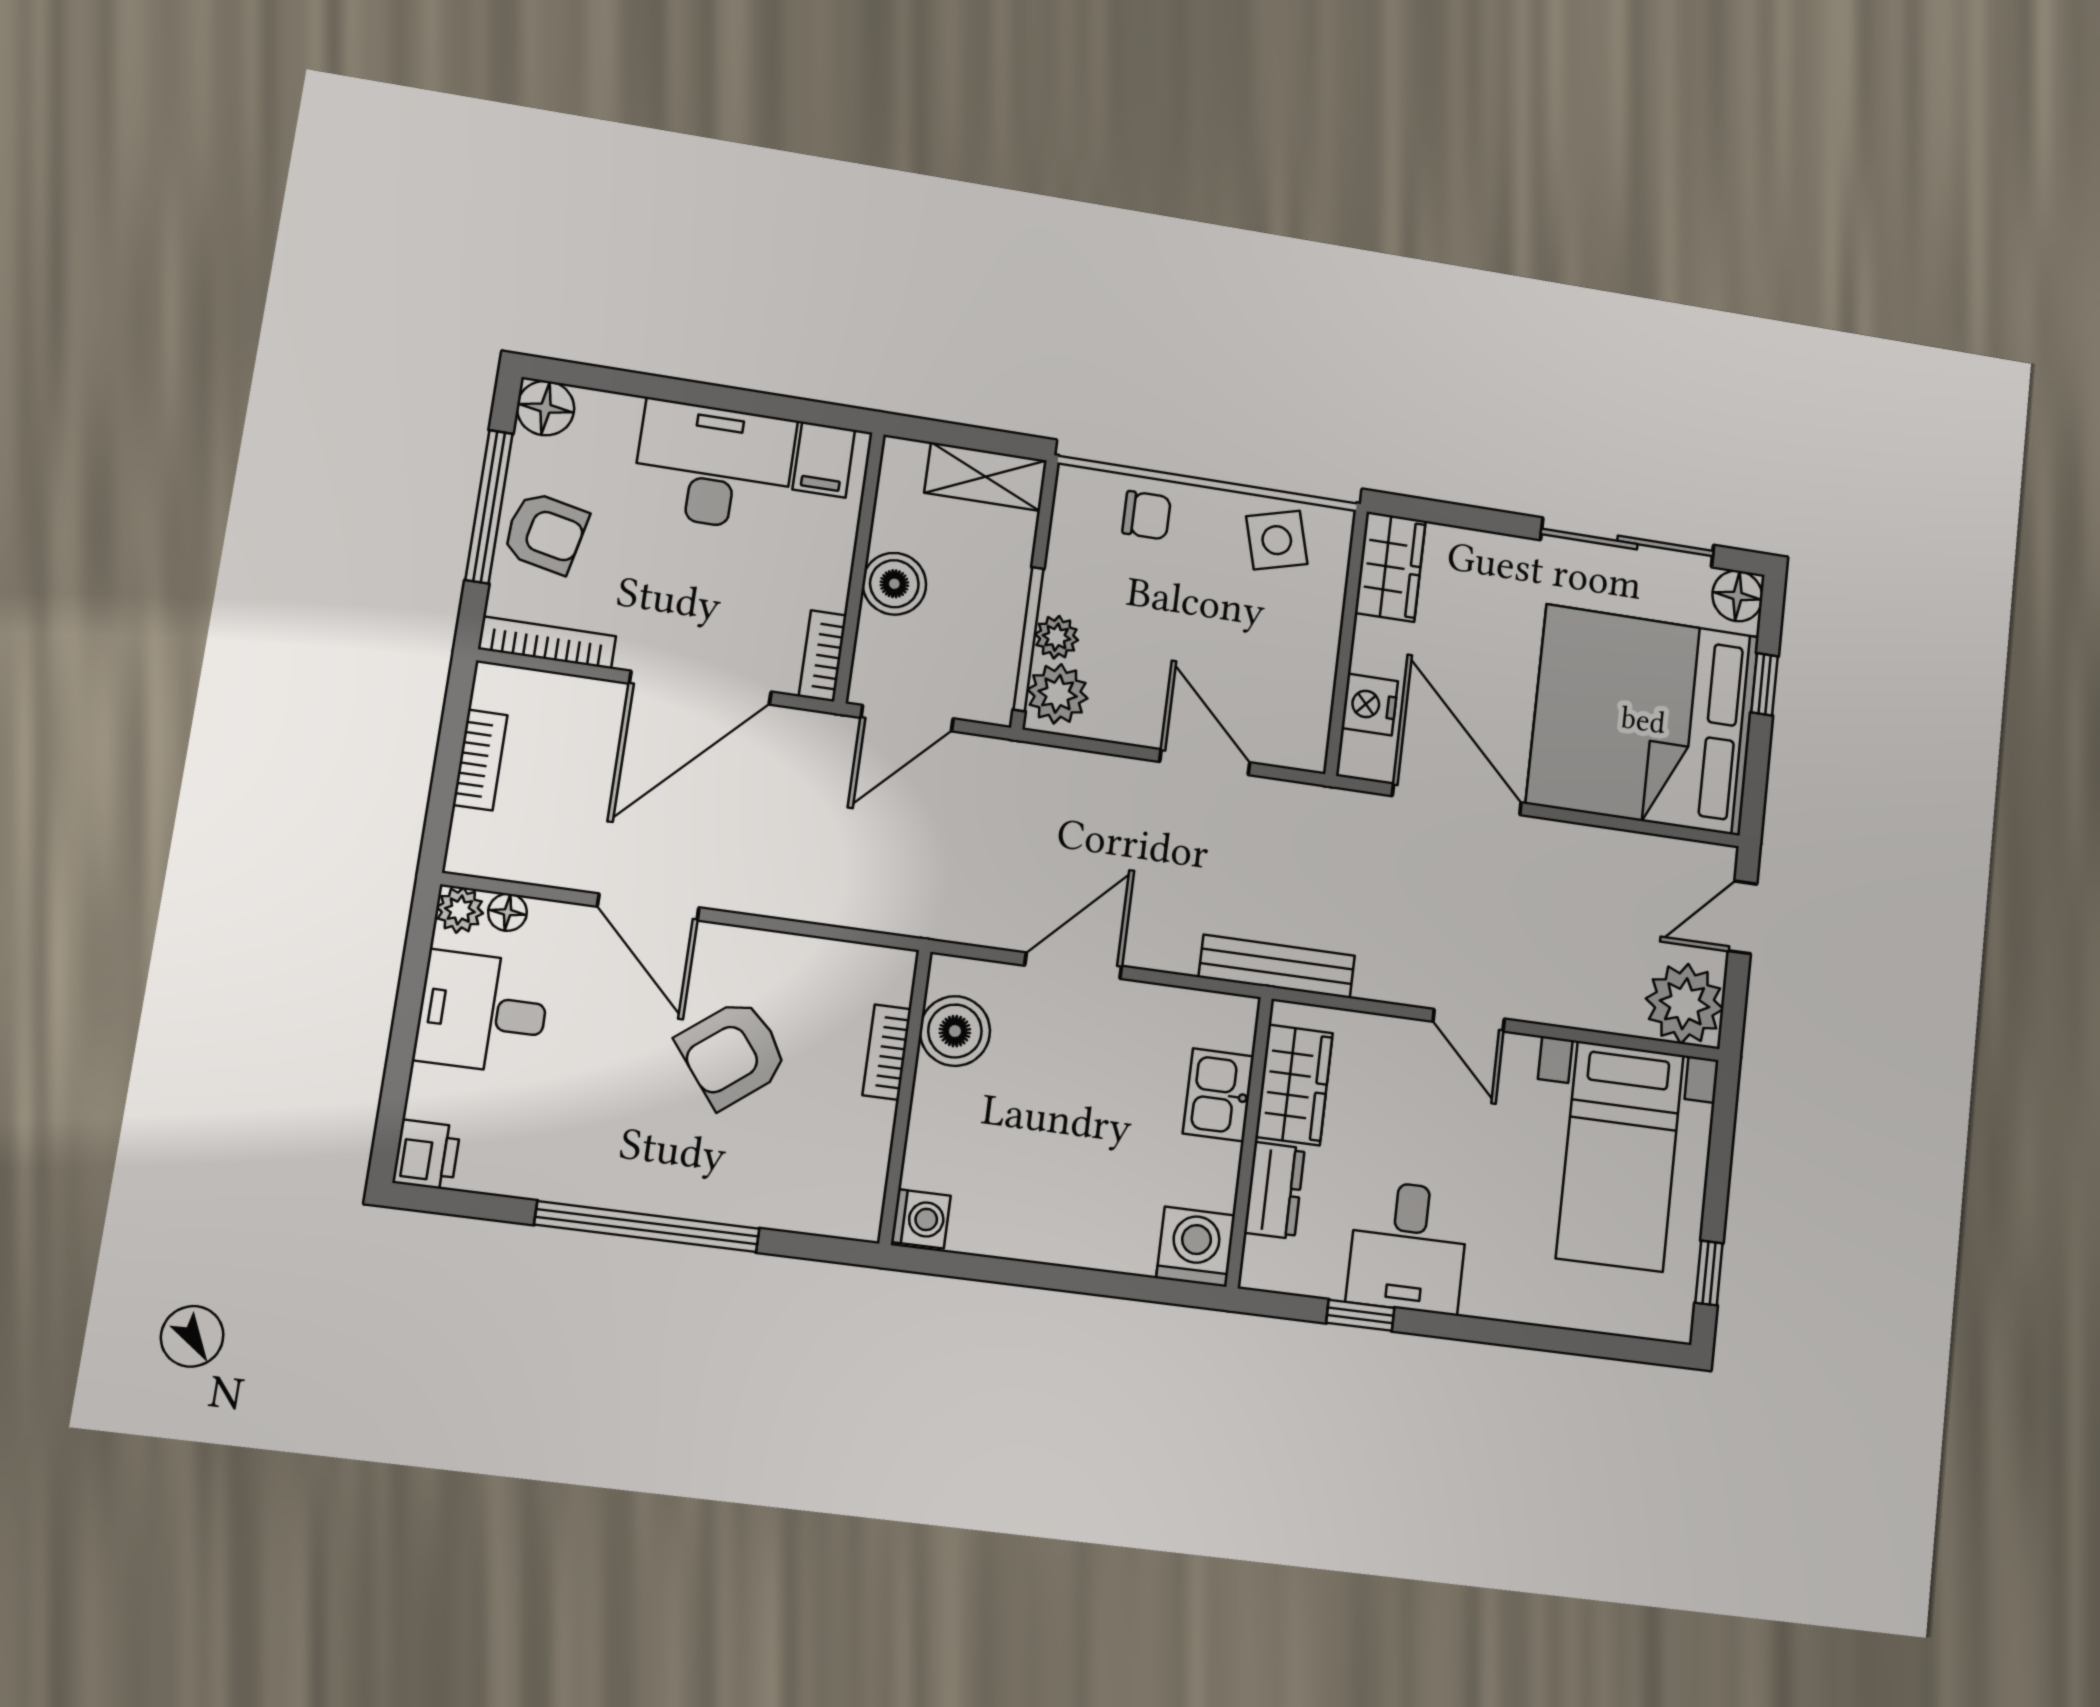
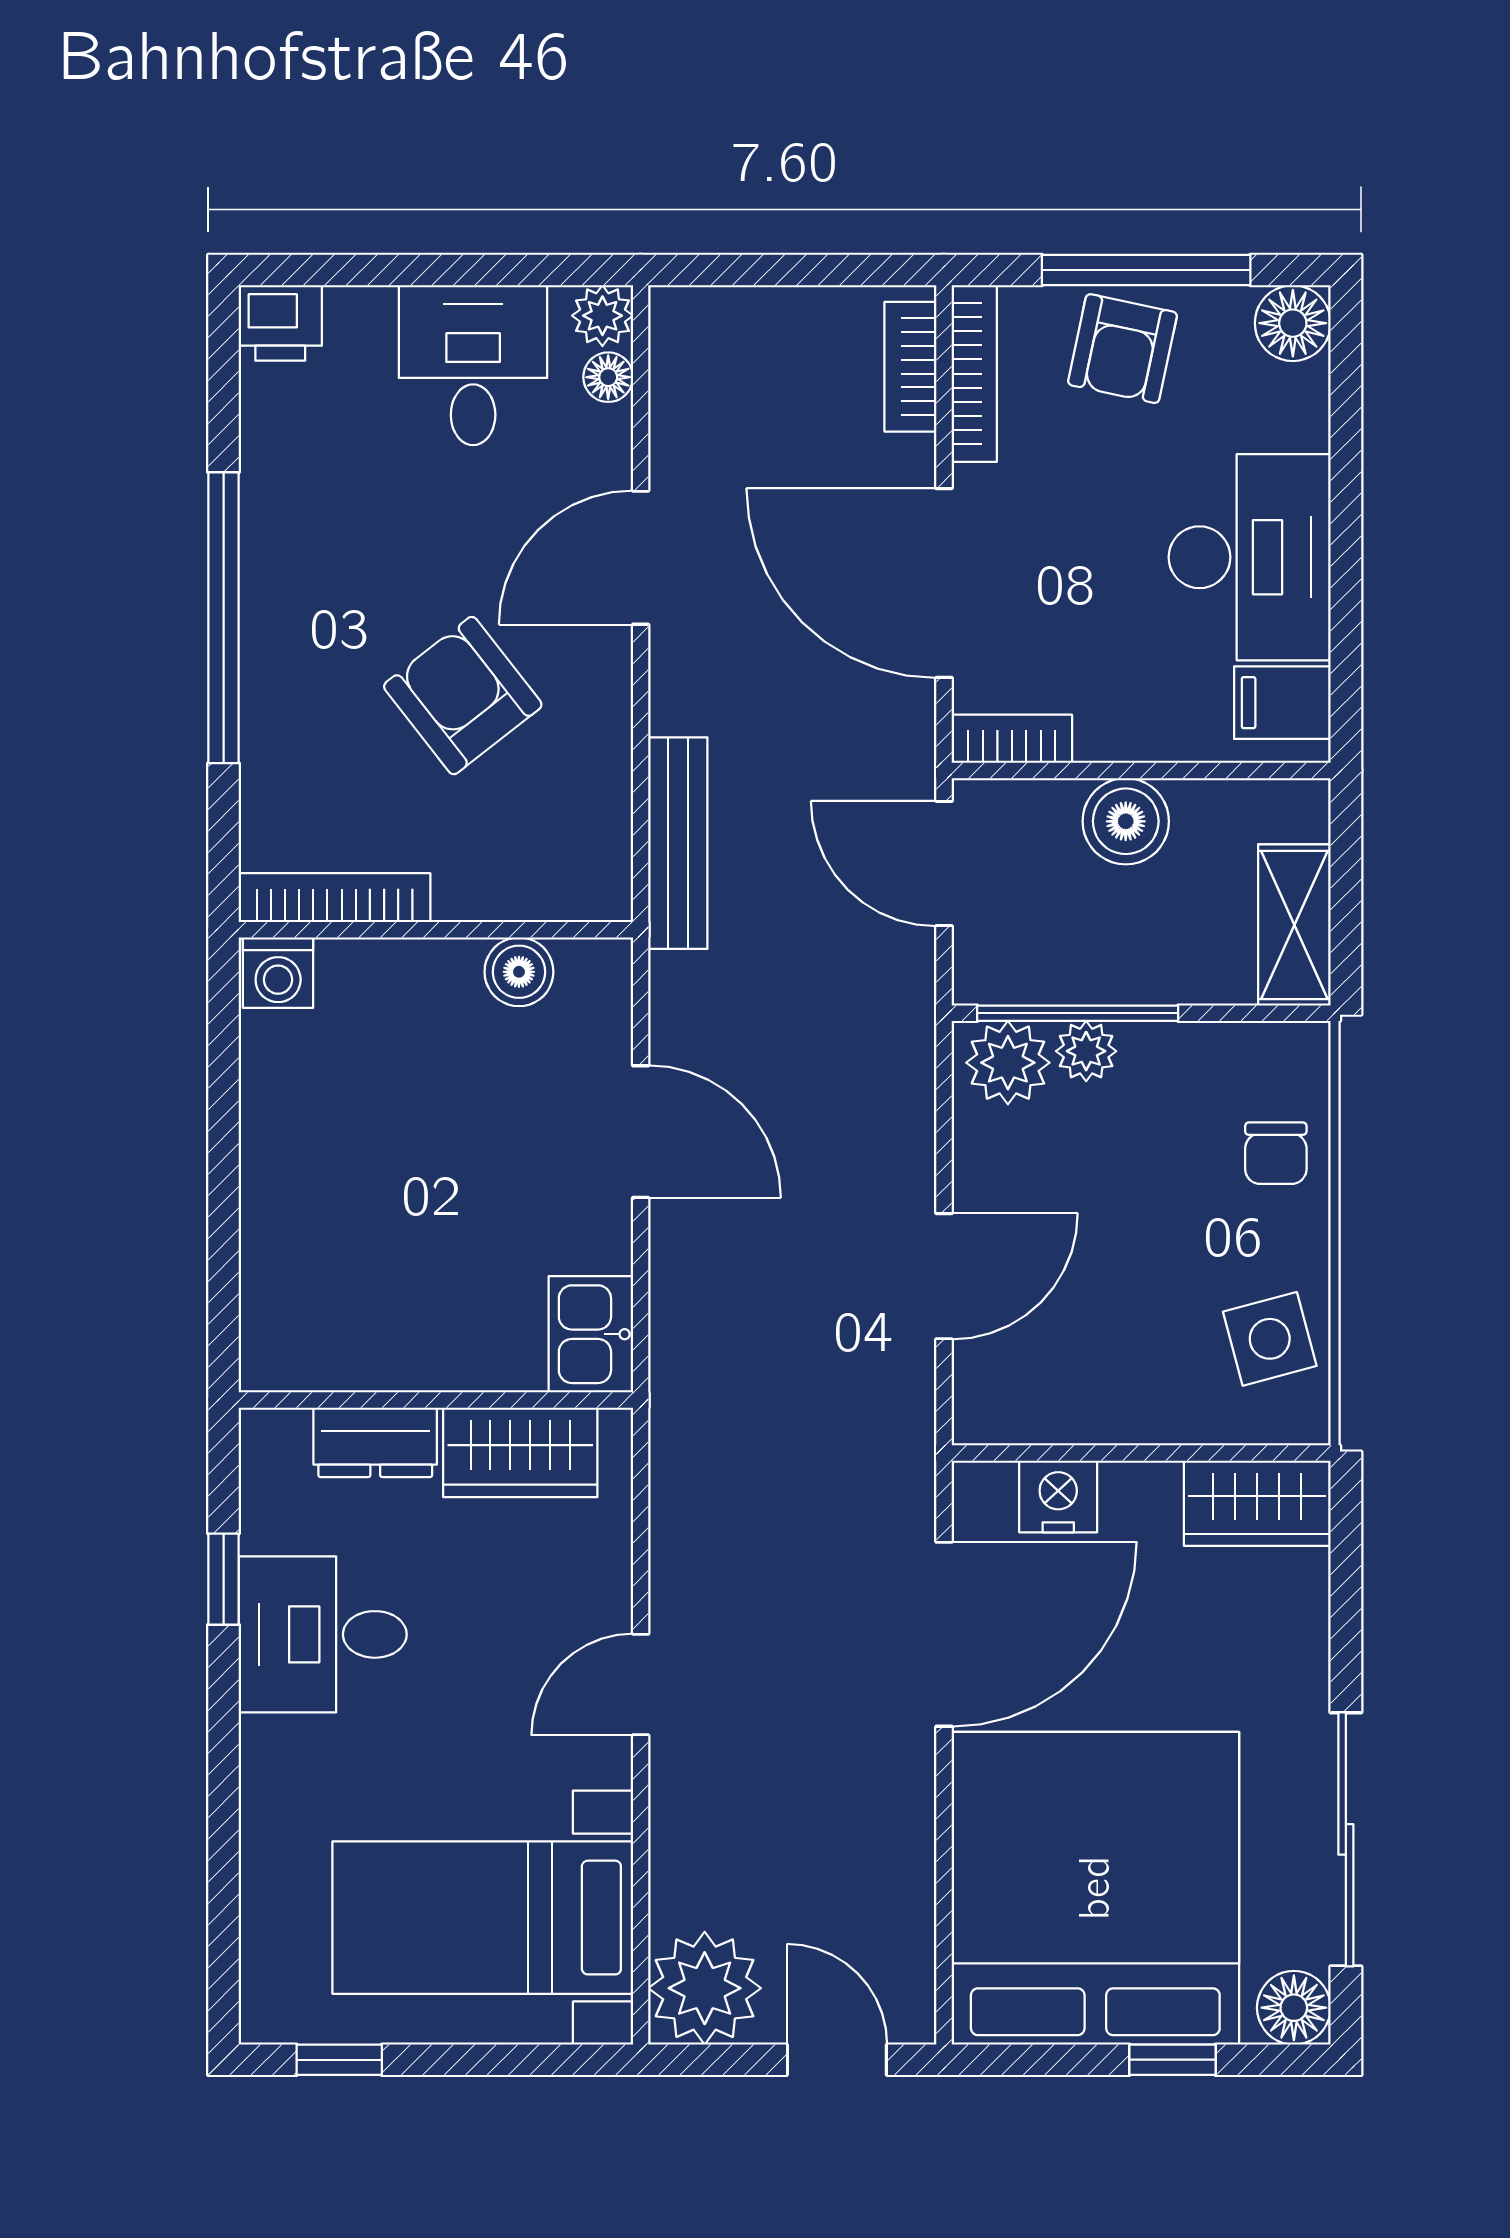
bookcase: (480, 760) -> (910, 367), moved, turned 90
bench: (1277, 966) -> (678, 843), moved
boiler: (955, 1031) -> (519, 972), width x0.73, depth x0.73
bookcase: (887, 1052) -> (334, 898), moved, width x1.56
kitchen sink: (1218, 1095) -> (591, 1334), moved, turned -90
washing machine: (1196, 1247) -> (287, 1344), removed

